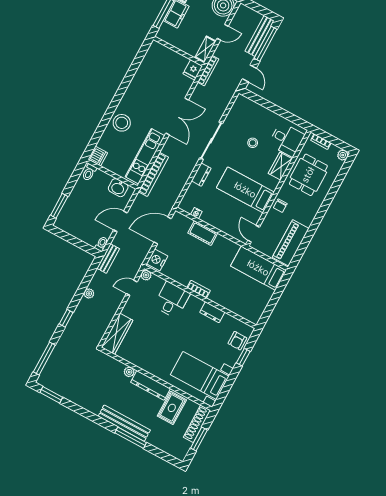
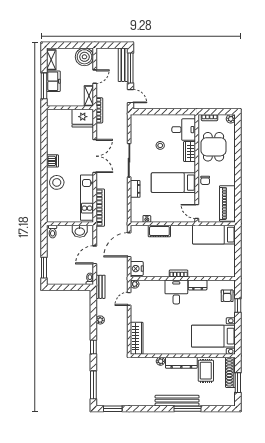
fridge: (193, 70) -> (83, 118), width x1.88, depth x1.34
dishwasher: (98, 156) -> (52, 161), moved
desk: (172, 300) -> (176, 292), moved

